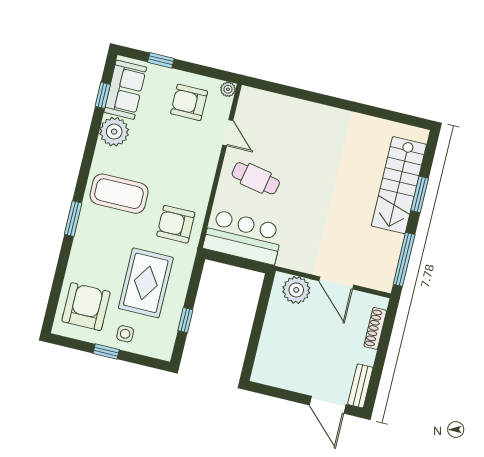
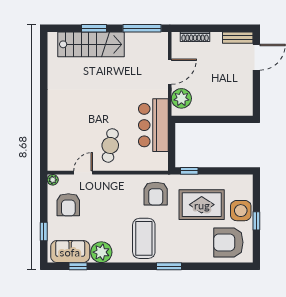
bar counter: (243, 237) -> (153, 125), moved
window: (185, 320) -> (189, 171), moved
side table: (125, 334) -> (241, 211), width x1.87, depth x1.87

